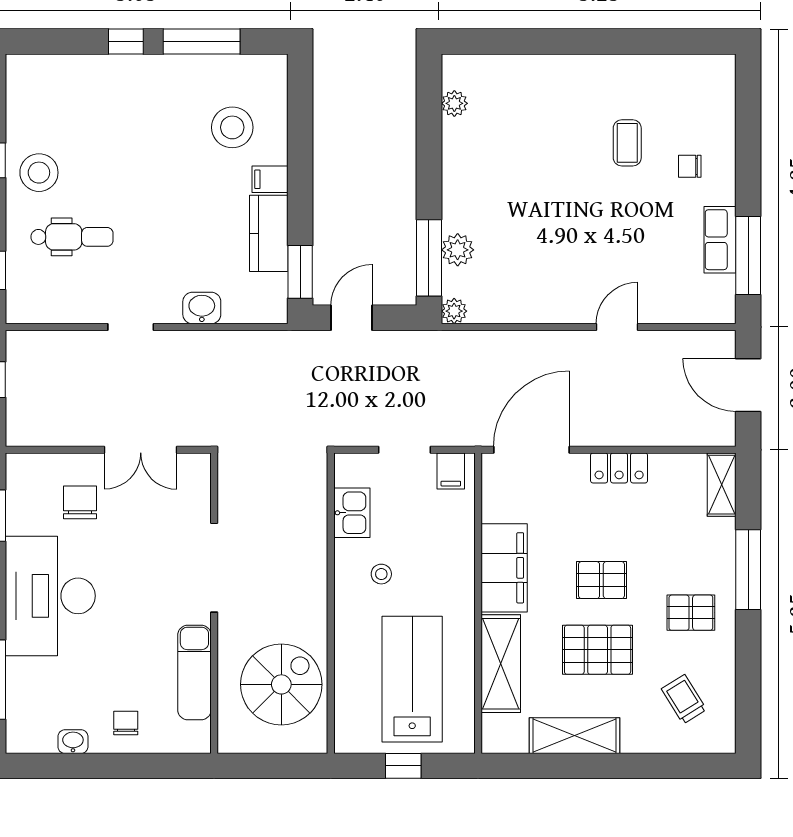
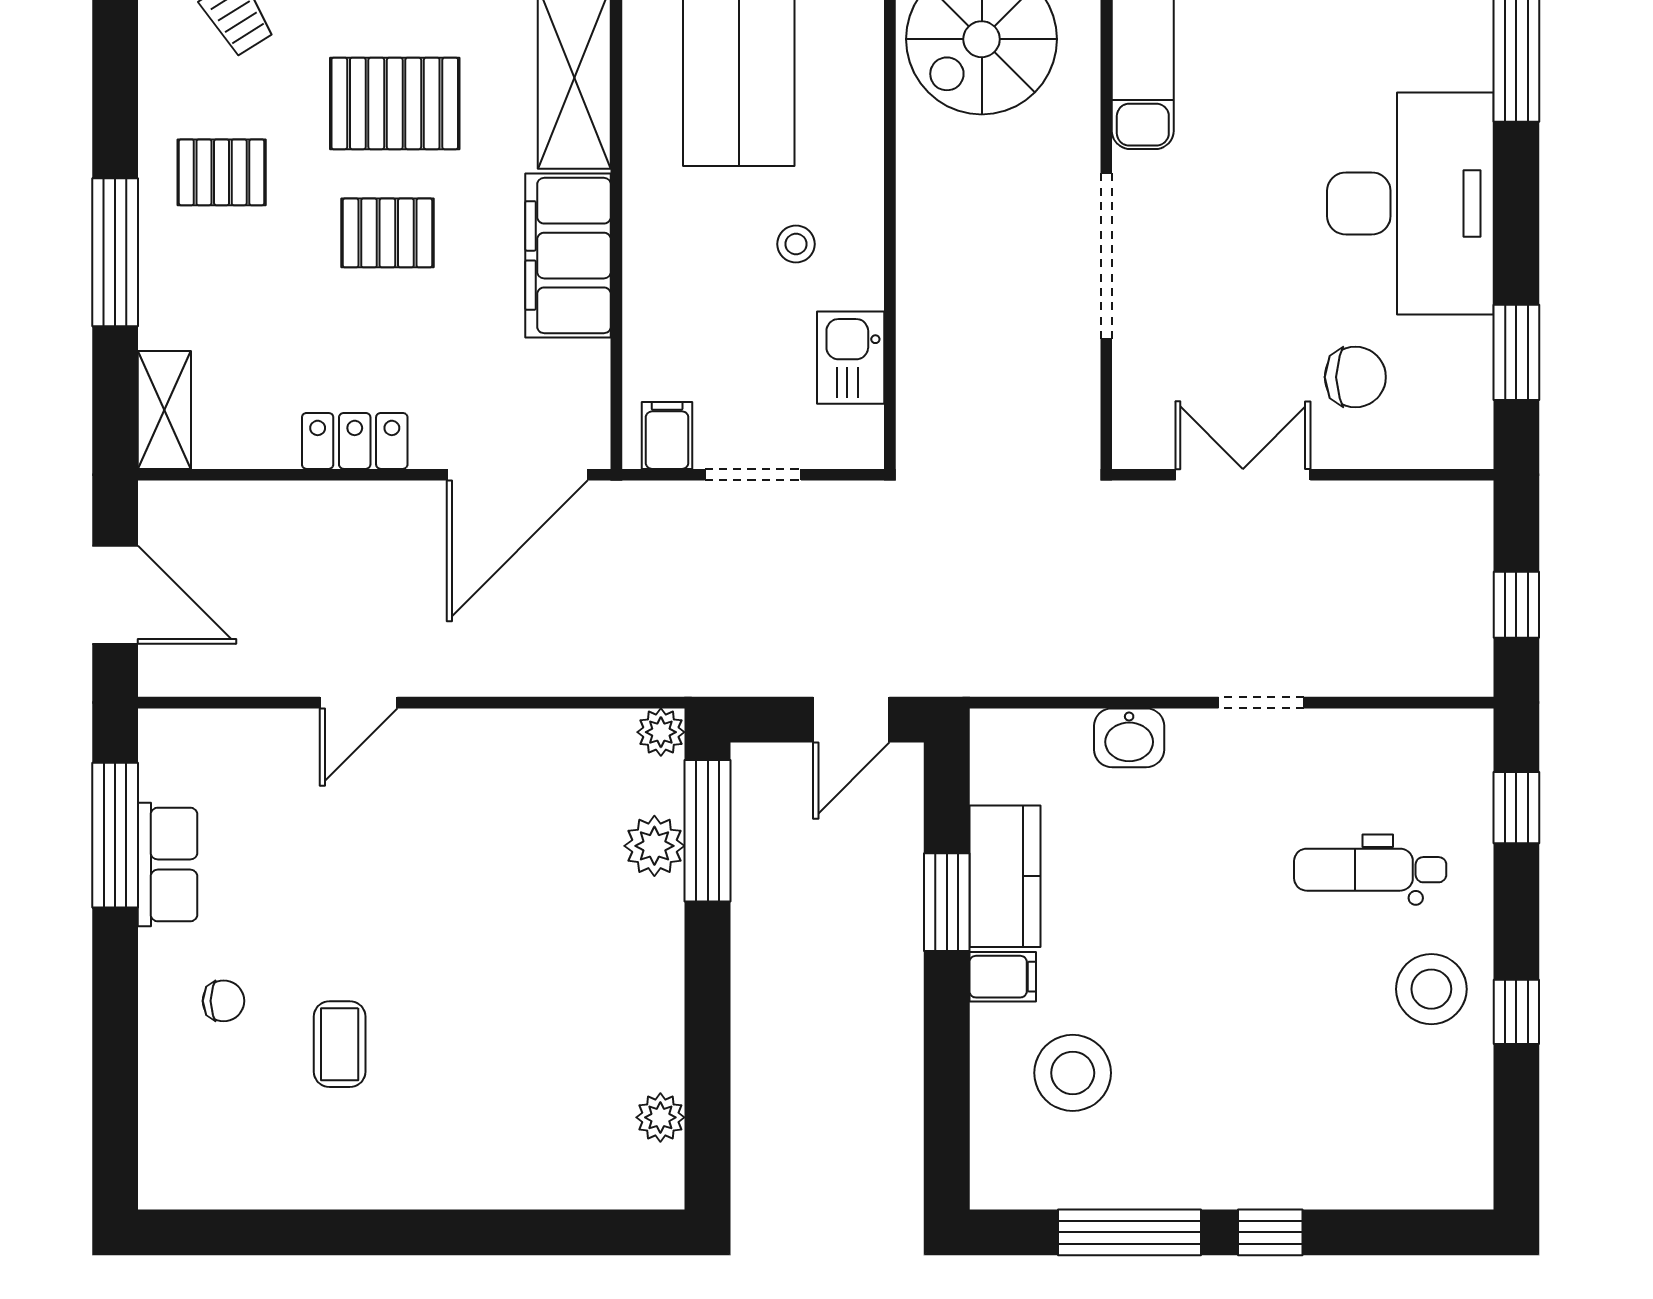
window: (300, 272) -> (947, 902), moved
chair: (80, 502) -> (1355, 377), turned -90

